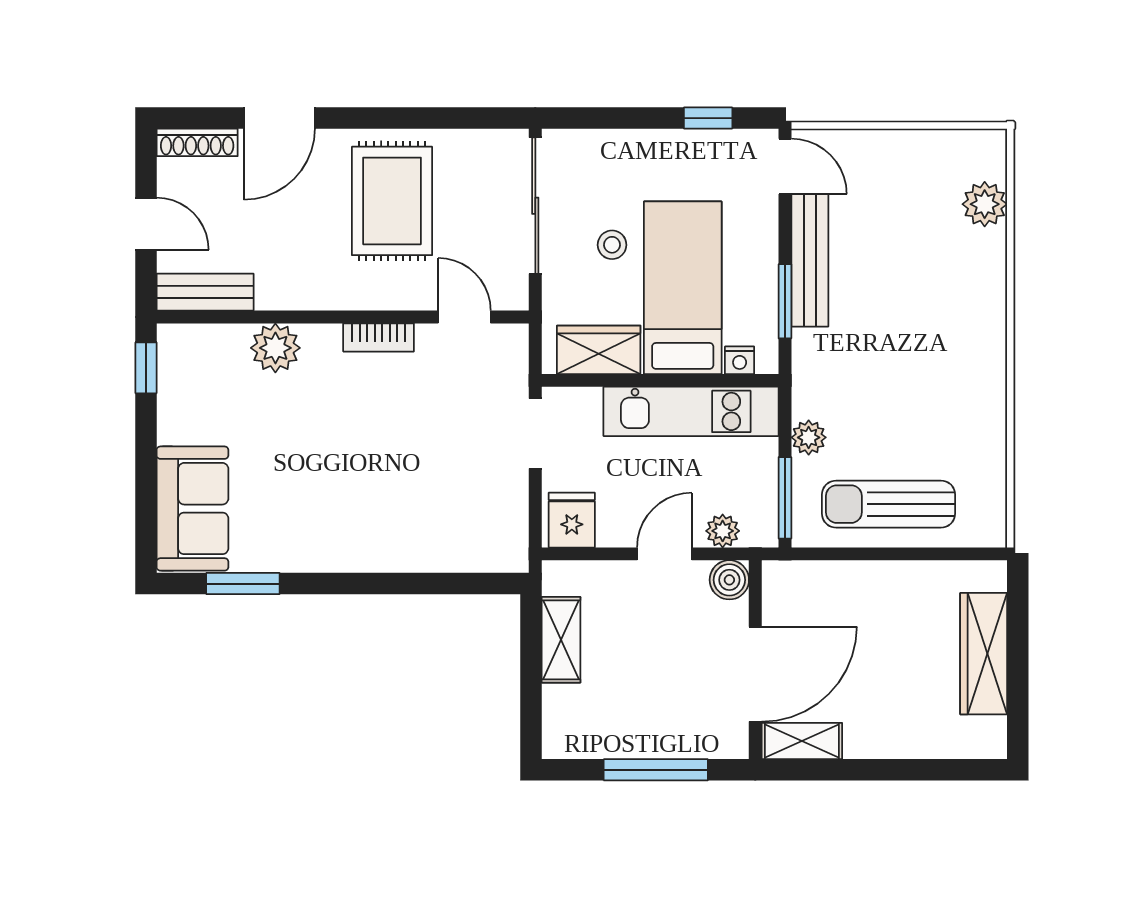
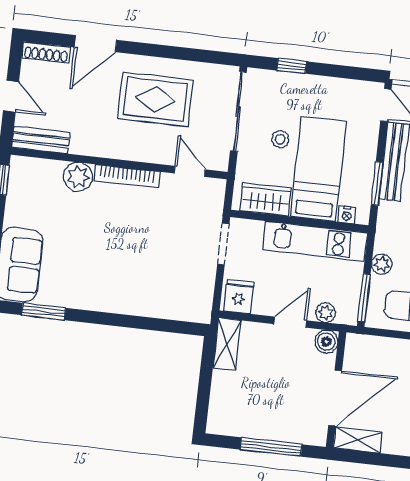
window: (708, 118) -> (292, 66), moved
rug: (392, 201) -> (155, 99), turned 90
bookcase: (379, 337) -> (127, 176), width x1.56
shelving: (561, 640) -> (227, 344), moved

